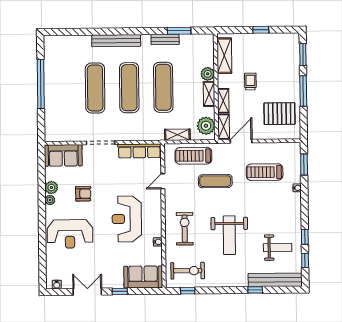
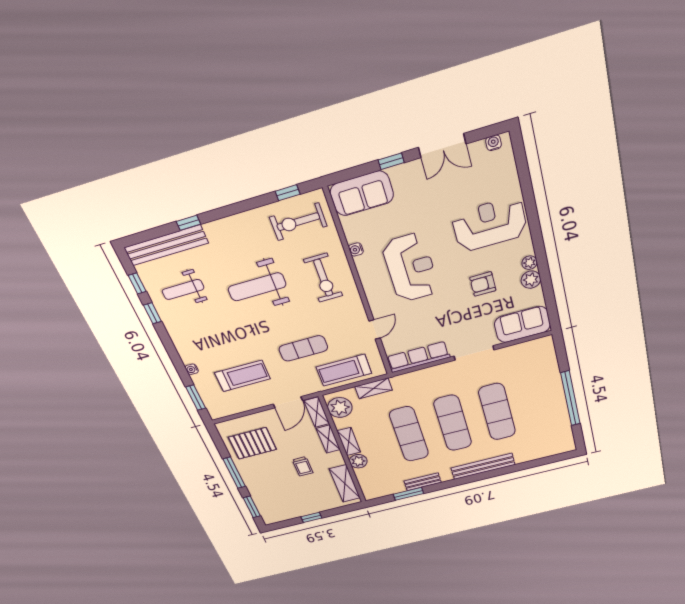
treadmill: (193, 156) -> (344, 370), turned 180
weight bench: (229, 235) -> (257, 287), turned -90

